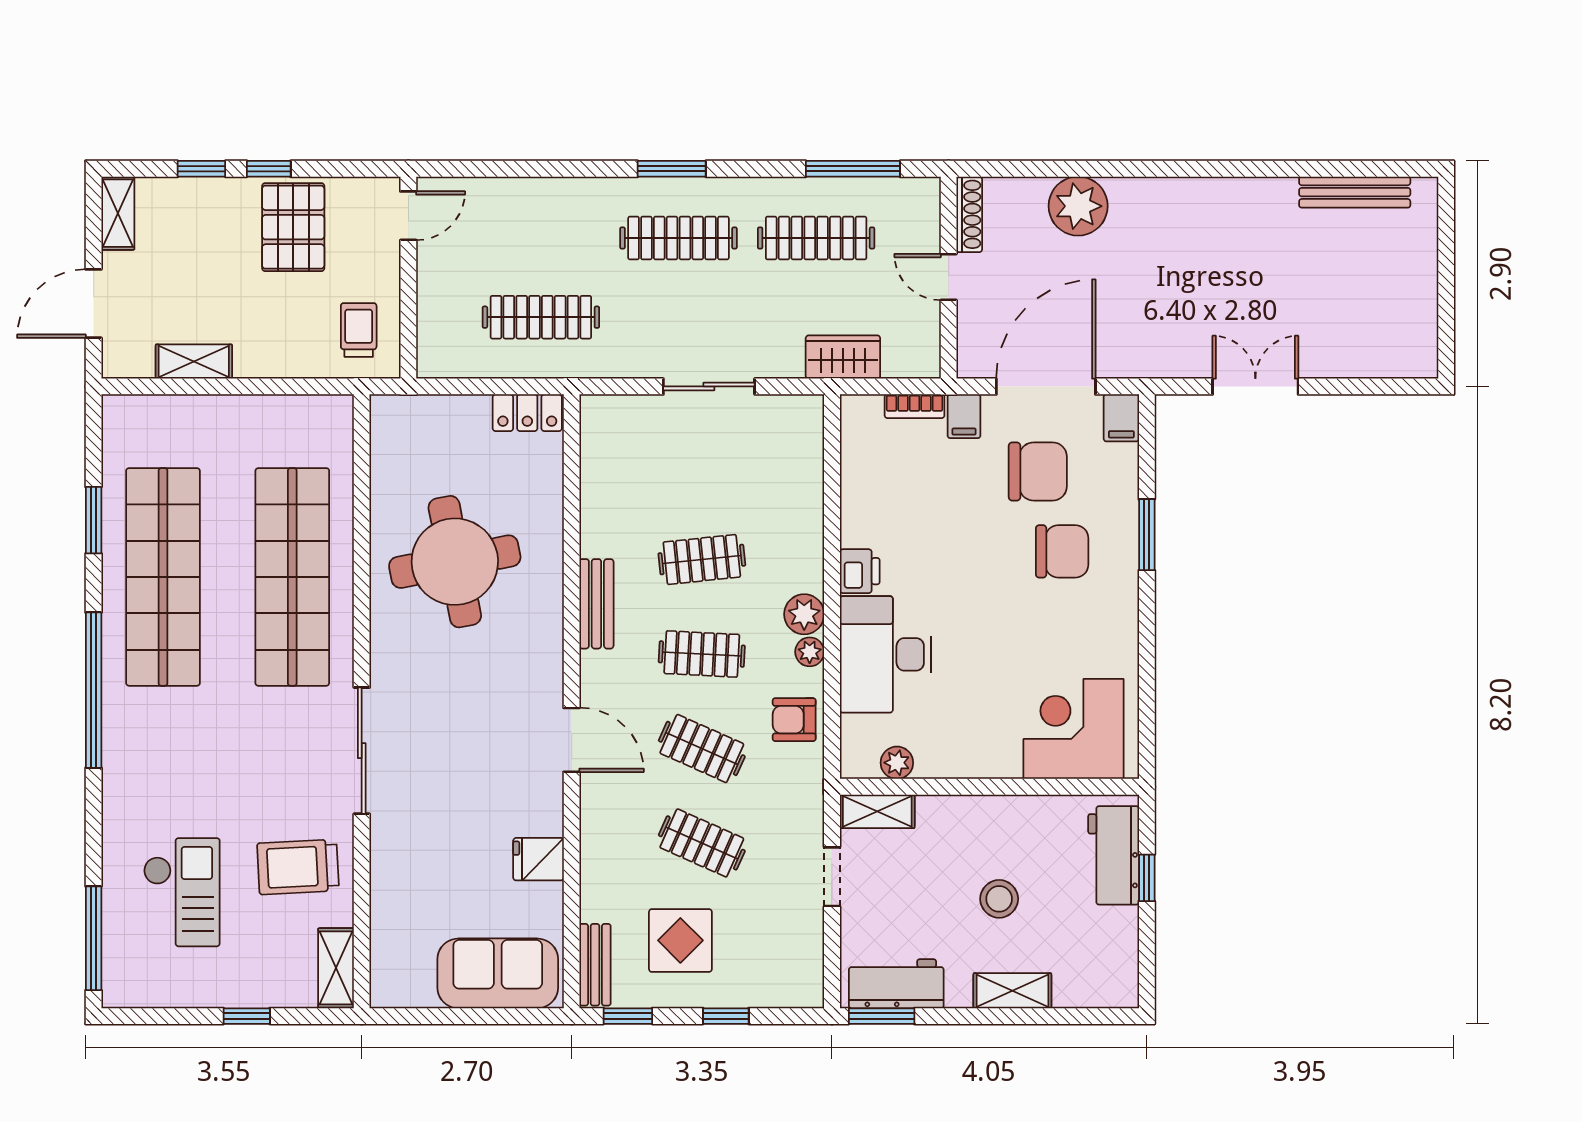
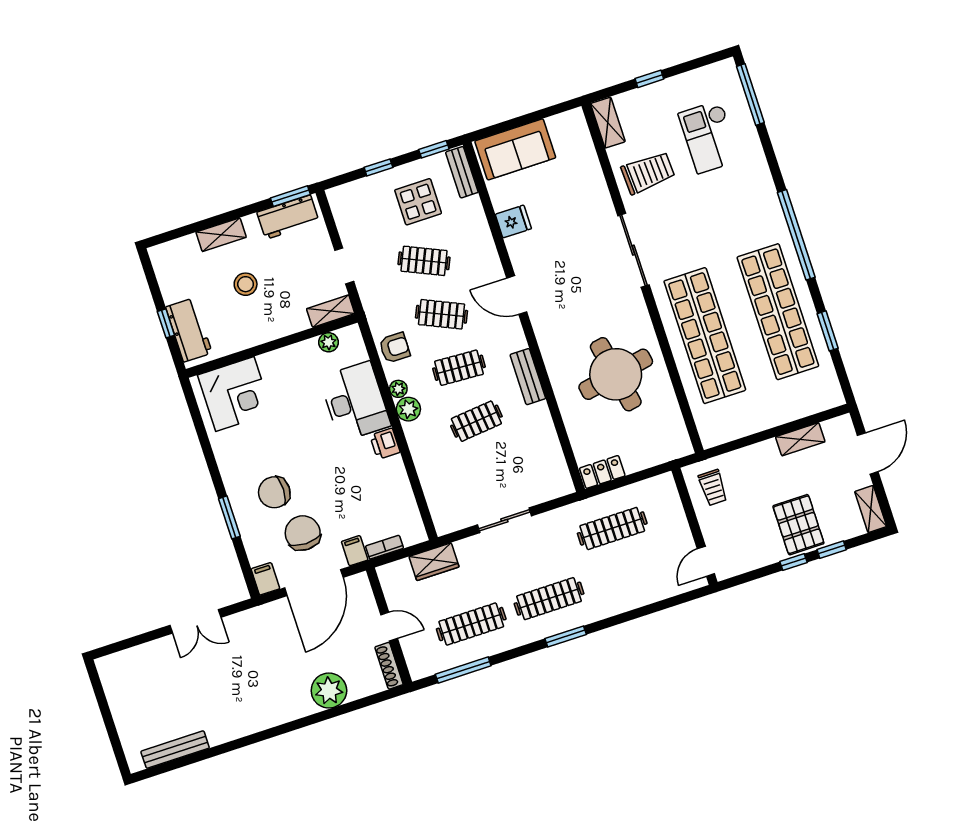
pallet: (293, 227) -> (798, 525), moved
chair: (1038, 471) -> (303, 533), turned 90

